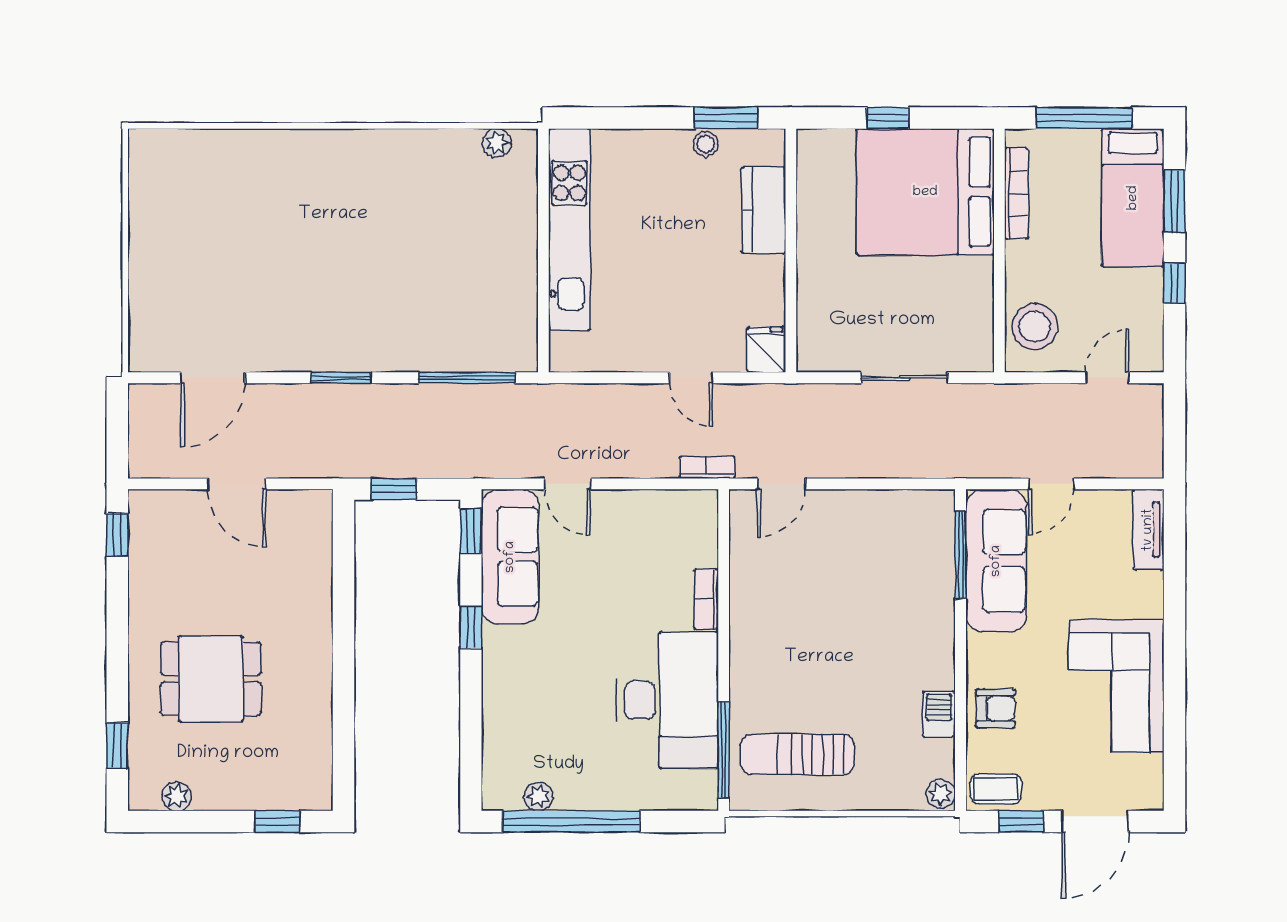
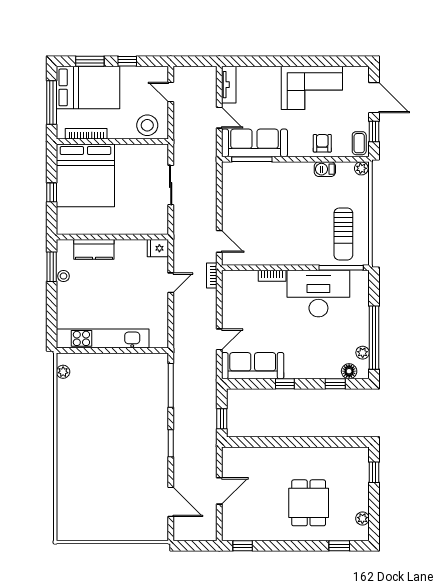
bed: (1133, 198) -> (88, 87), width x1.50
tv unit: (1148, 530) -> (229, 85), moved, turned -90
window: (471, 531) -> (335, 384), moved
floor lamp: (498, 767) -> (349, 371), added

